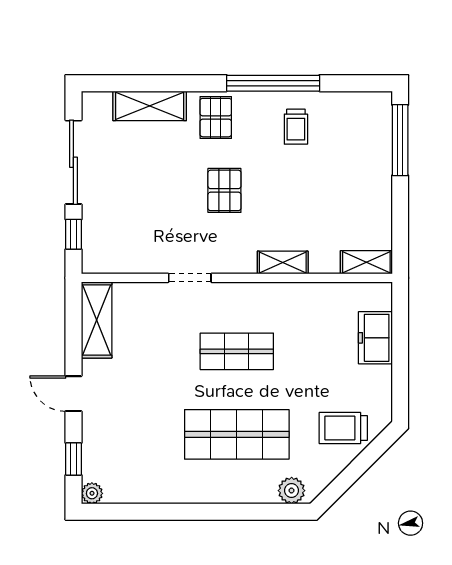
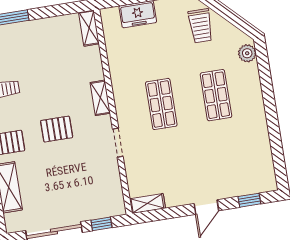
shelving: (283, 263) -> (100, 98), moved
shelving: (97, 320) -> (147, 203), width x0.67, depth x0.75
shop shelf: (237, 434) -> (216, 95), width x0.70, depth x0.74
plant: (92, 493) -> (270, 184), removed

